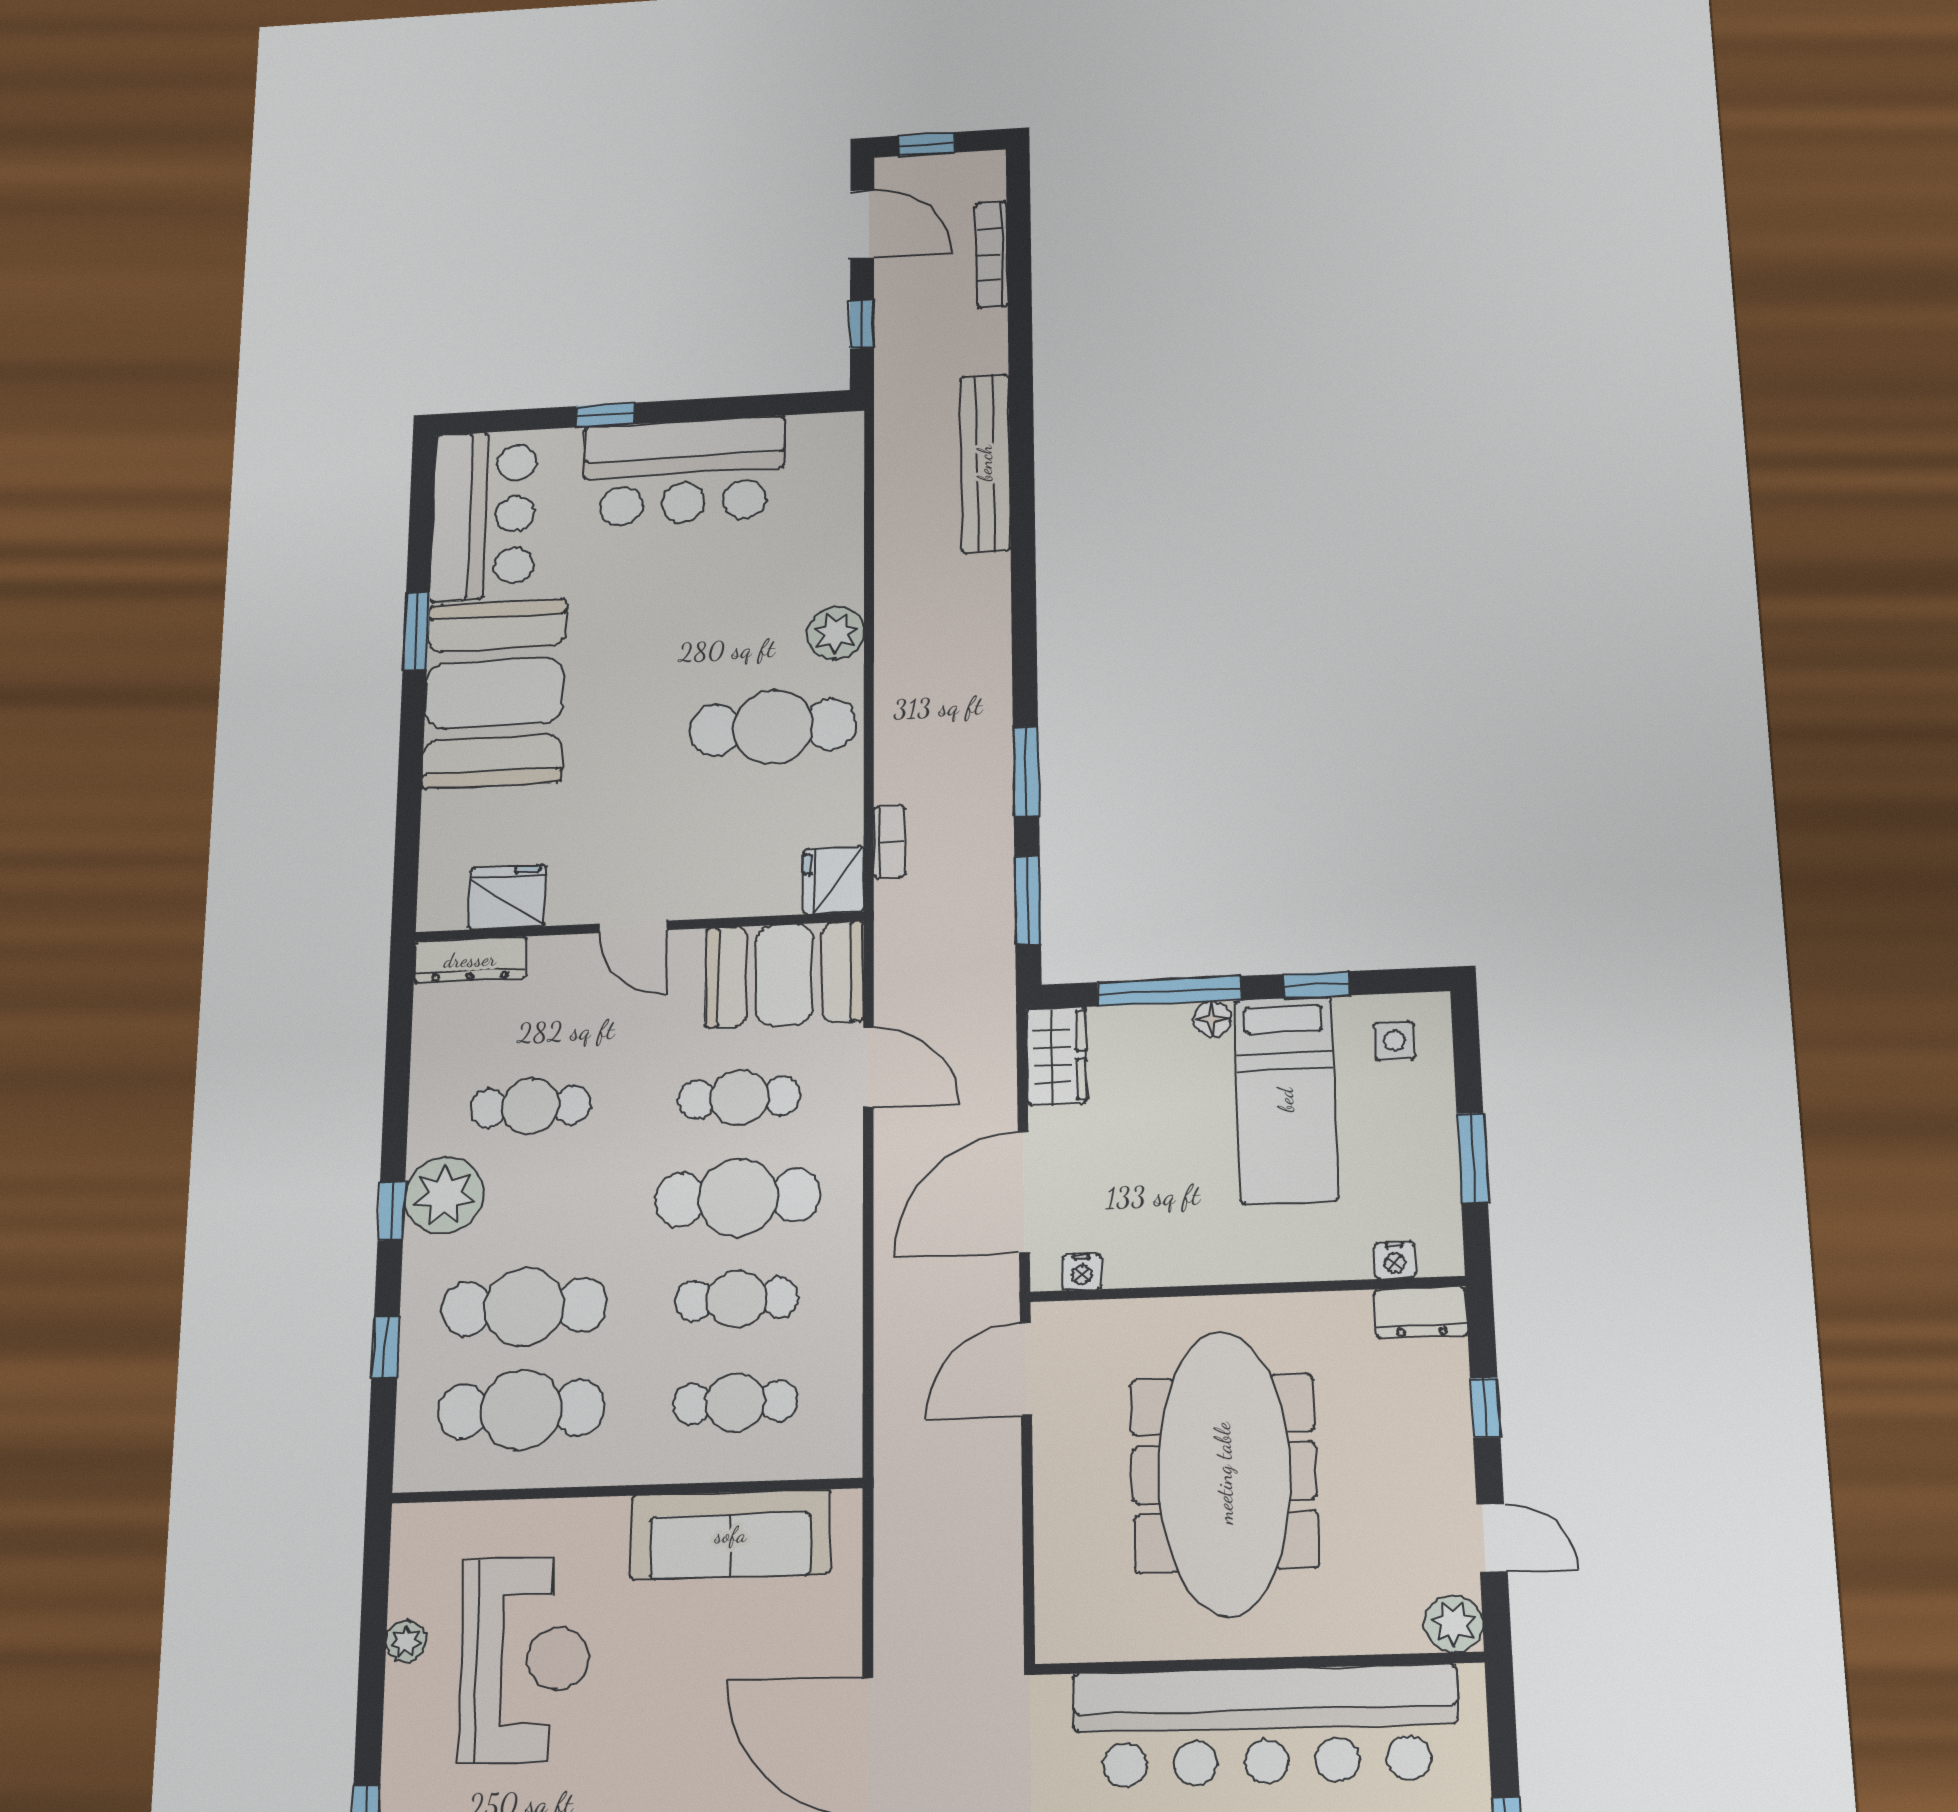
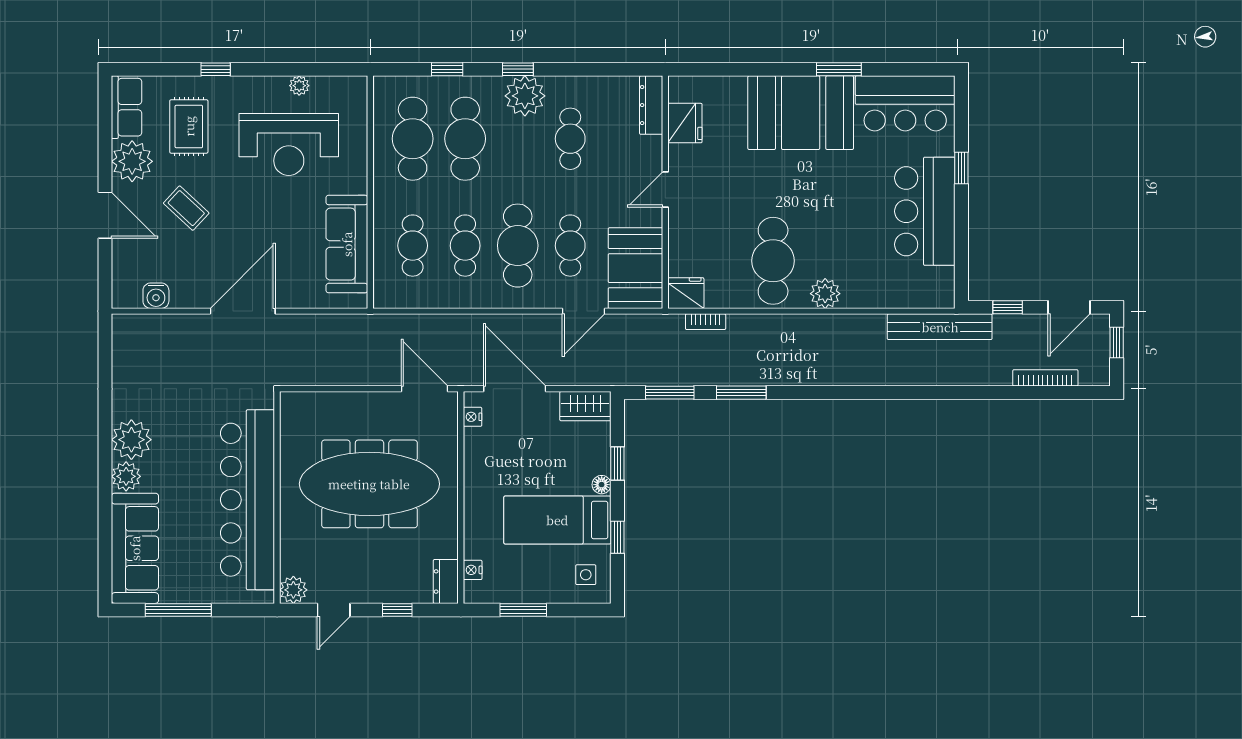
bench: (985, 463) -> (940, 327), moved
window: (1169, 991) -> (617, 463), width x0.46

